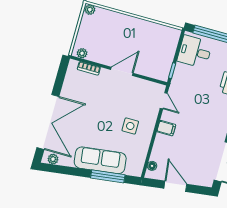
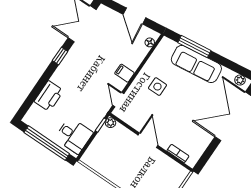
plant: (82, 53) -> (110, 123), moved
door: (122, 71) -> (148, 140), swing flipped

